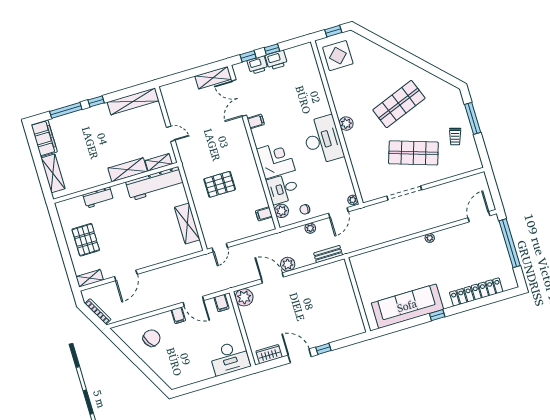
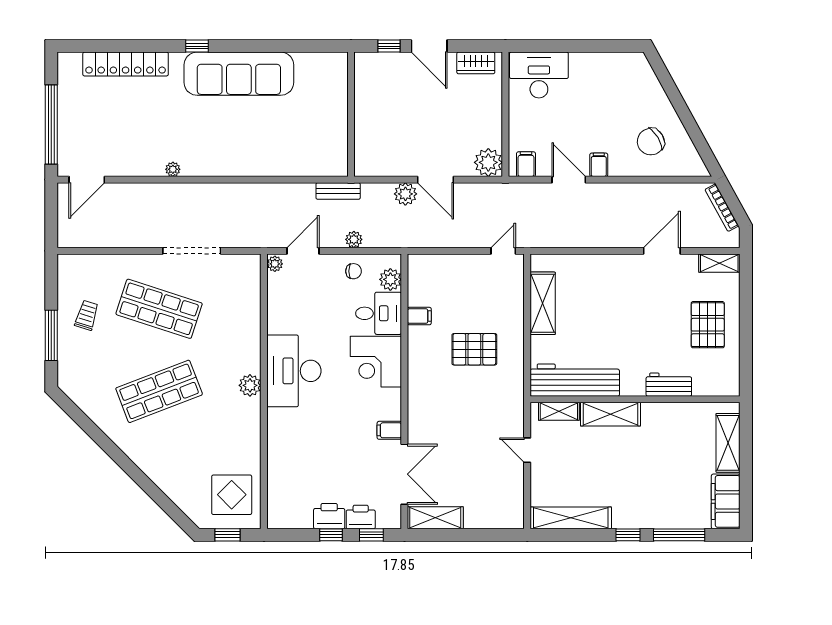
filing cabinet: (264, 214) -> (419, 316), moved
wall: (357, 295) -> (351, 114), moved

